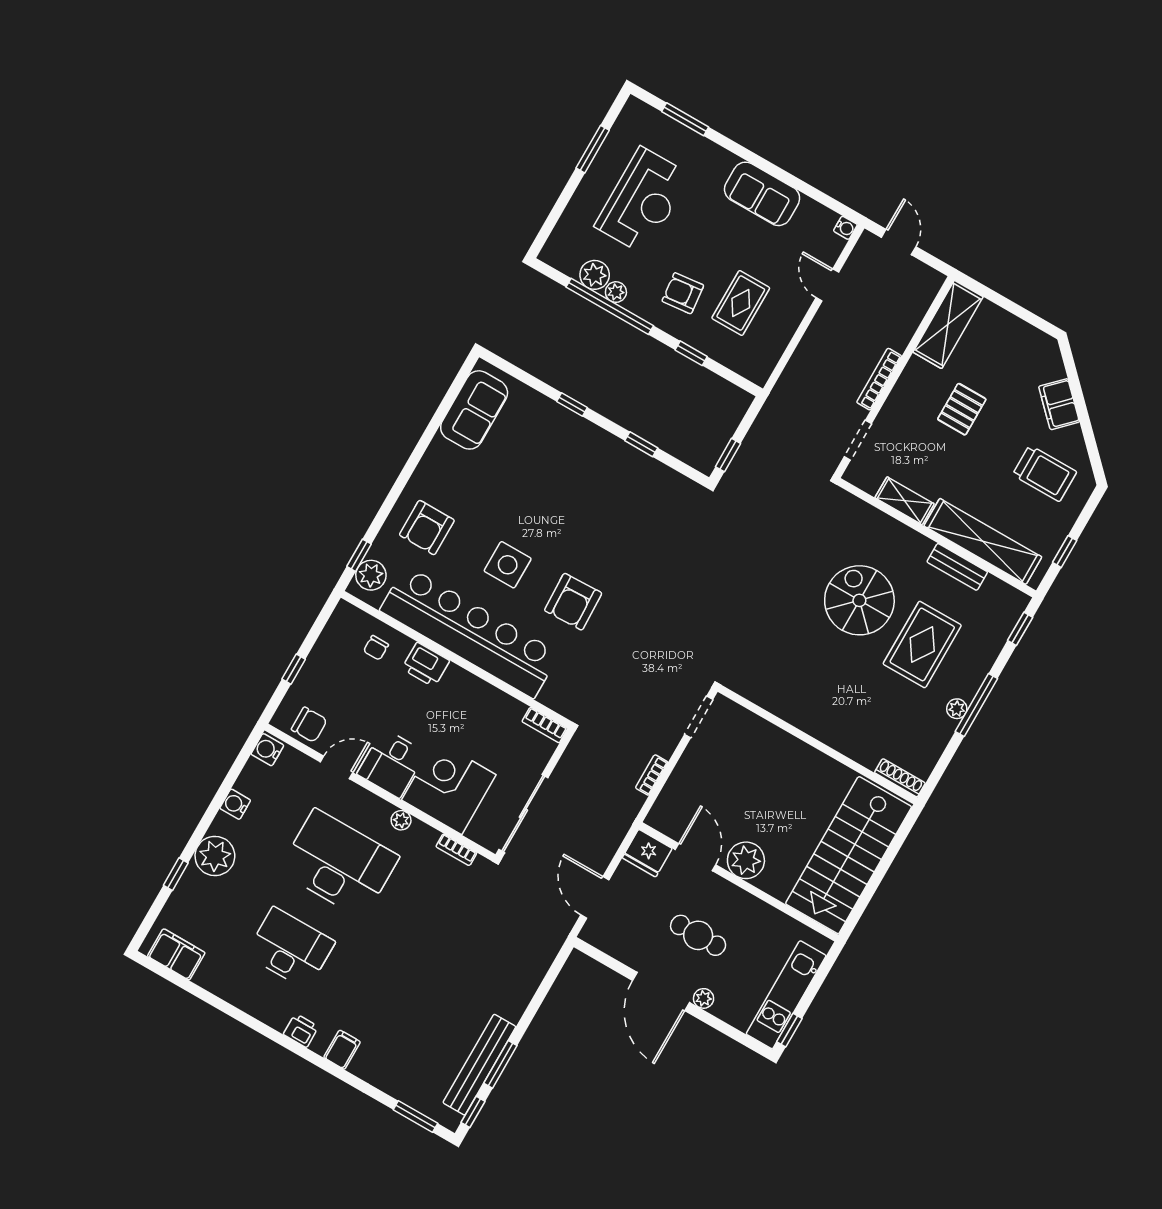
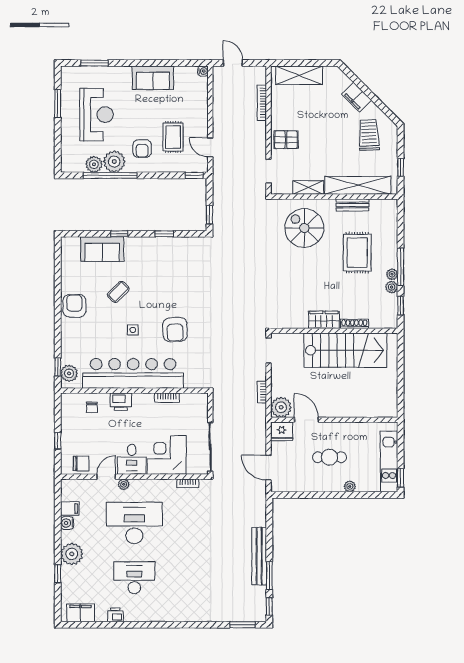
door: (827, 285) -> (210, 147), moved
plant: (616, 292) -> (114, 162), width x1.88, depth x1.88
armchair: (683, 293) -> (142, 148), turned -84
shelving: (948, 324) -> (299, 75), moved, turned 90
window: (691, 353) -> (194, 175), moved
bookcase: (879, 379) -> (262, 103), moved
pallet: (962, 409) -> (286, 140), moved, turned 90
sofa: (474, 410) -> (102, 249), moved, turned 90
trolley: (1045, 473) -> (369, 135), turned -93
coffee table: (519, 493) -> (118, 292), added
armchair: (427, 528) -> (74, 306), moved, turned 180
side table: (508, 565) -> (133, 330), width x0.54, depth x0.54
spiral stairs: (859, 600) -> (304, 228), moved
window: (1020, 629) -> (401, 306), moved
wardrobe: (811, 719) -> (324, 320), added
bookcase: (545, 725) -> (167, 398), moved
plant: (945, 728) -> (392, 287), added
water cooler: (267, 750) -> (68, 487), removed
shoe rack: (900, 778) -> (354, 324), moved
plant: (401, 820) -> (124, 484), moved
stairs: (849, 855) -> (345, 350), moved, turned -90
plant: (746, 860) -> (281, 407), moved
door: (661, 991) -> (327, 495), removed
printer: (301, 1030) -> (115, 615), moved
filing cabinet: (342, 1050) -> (70, 509), moved, turned 90
bench: (479, 1065) -> (259, 556), moved

